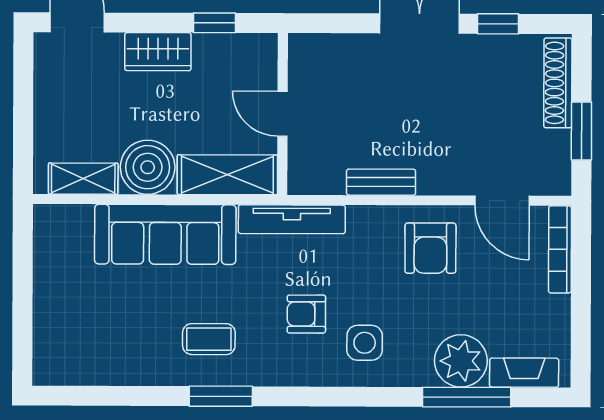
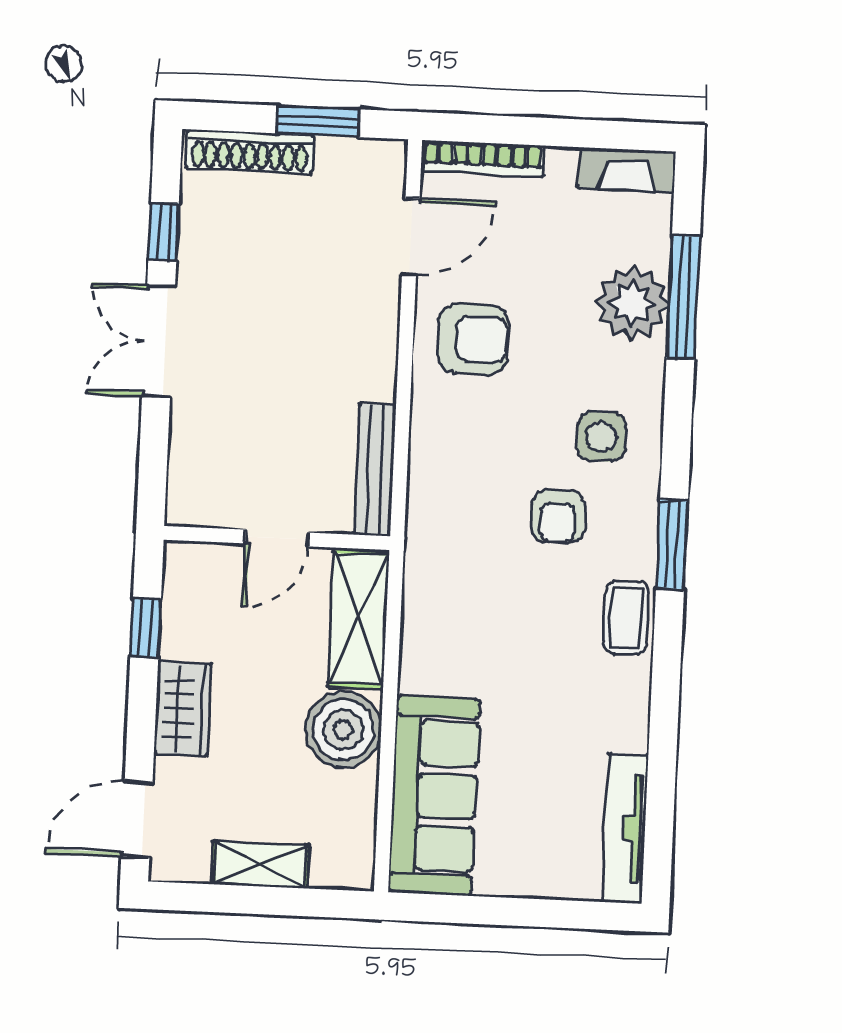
shelving: (83, 179) -> (260, 865), moved, turned 90
bench: (381, 182) -> (375, 470), moved, width x1.36
tv unit: (292, 219) -> (625, 828), moved, turned 180
sofa: (165, 234) -> (434, 796), moved
coffee table: (209, 339) -> (626, 618), moved
fireplace: (524, 373) -> (627, 170), moved, turned -90
window: (221, 396) -> (672, 545), moved

